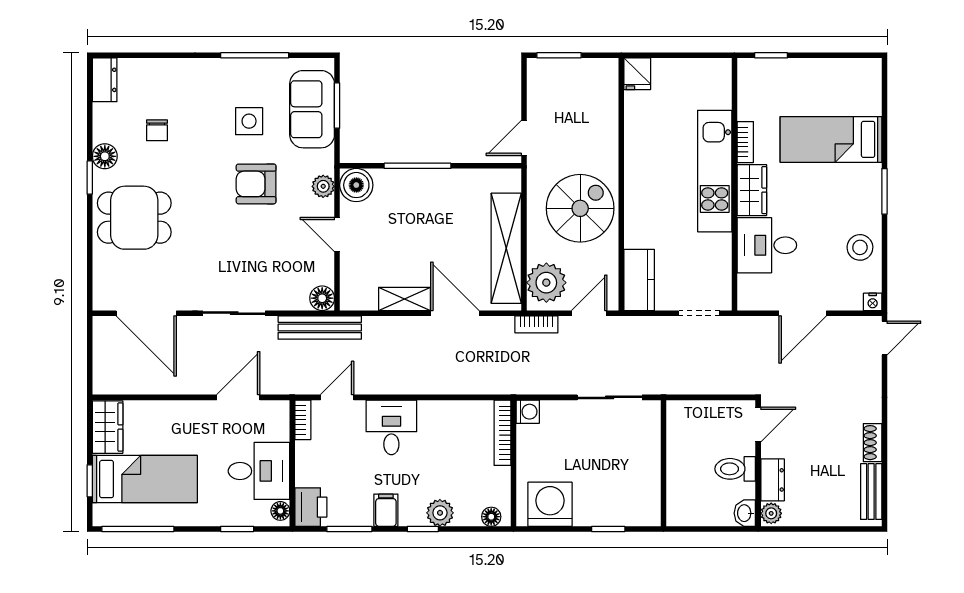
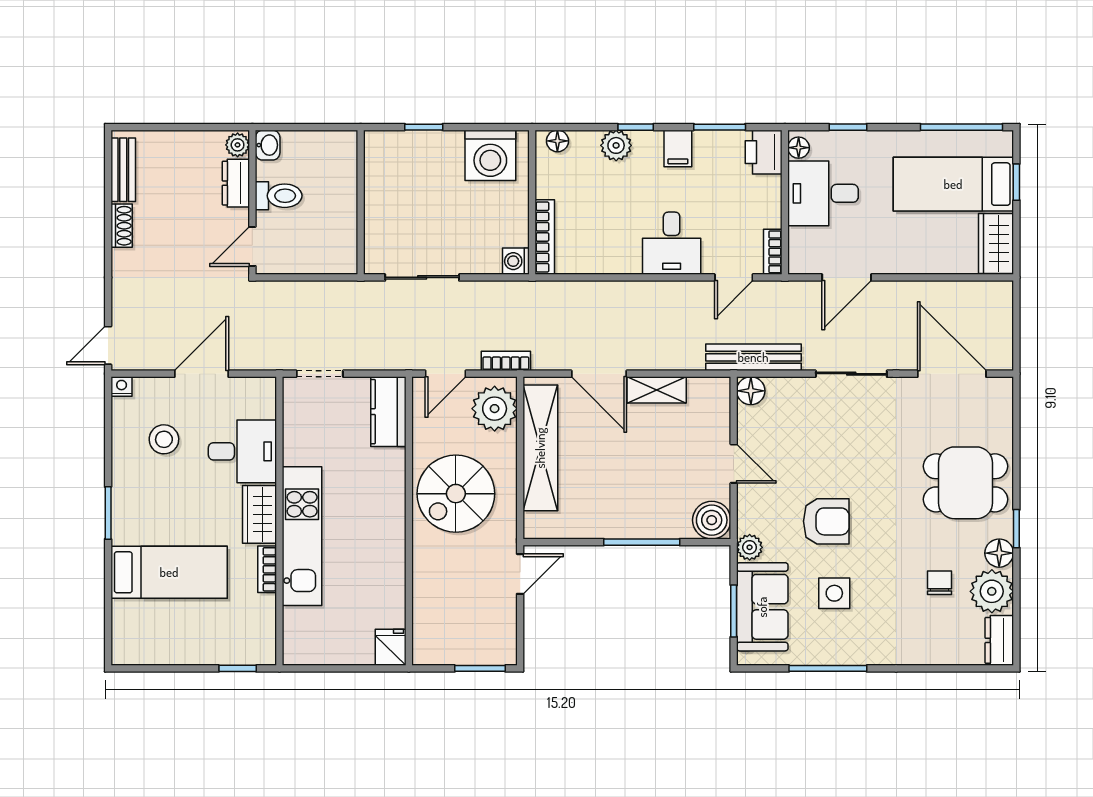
plant: (111, 123) -> (992, 591), added
plant: (323, 186) -> (750, 547), moved
stool: (860, 247) -> (164, 439), moved

